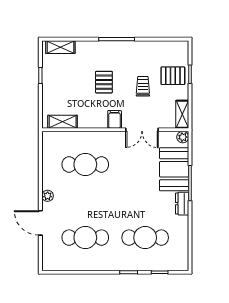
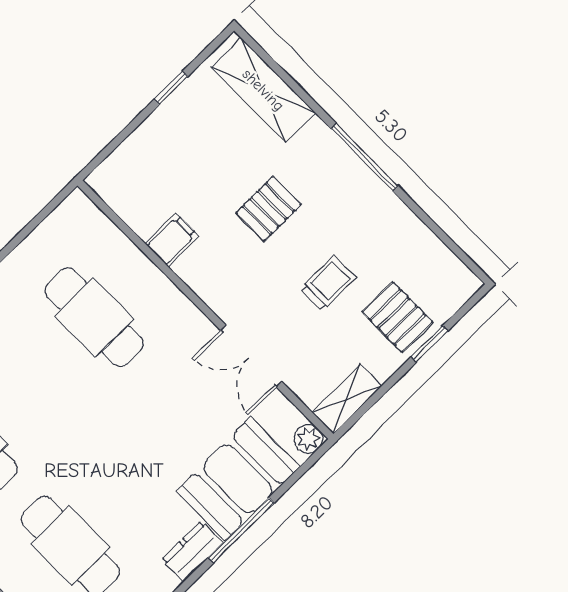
shelving: (60, 47) -> (263, 90), width x1.50, depth x1.33
filing cabinet: (115, 119) -> (172, 240), moved
shelving: (63, 122) -> (129, 205), removed

